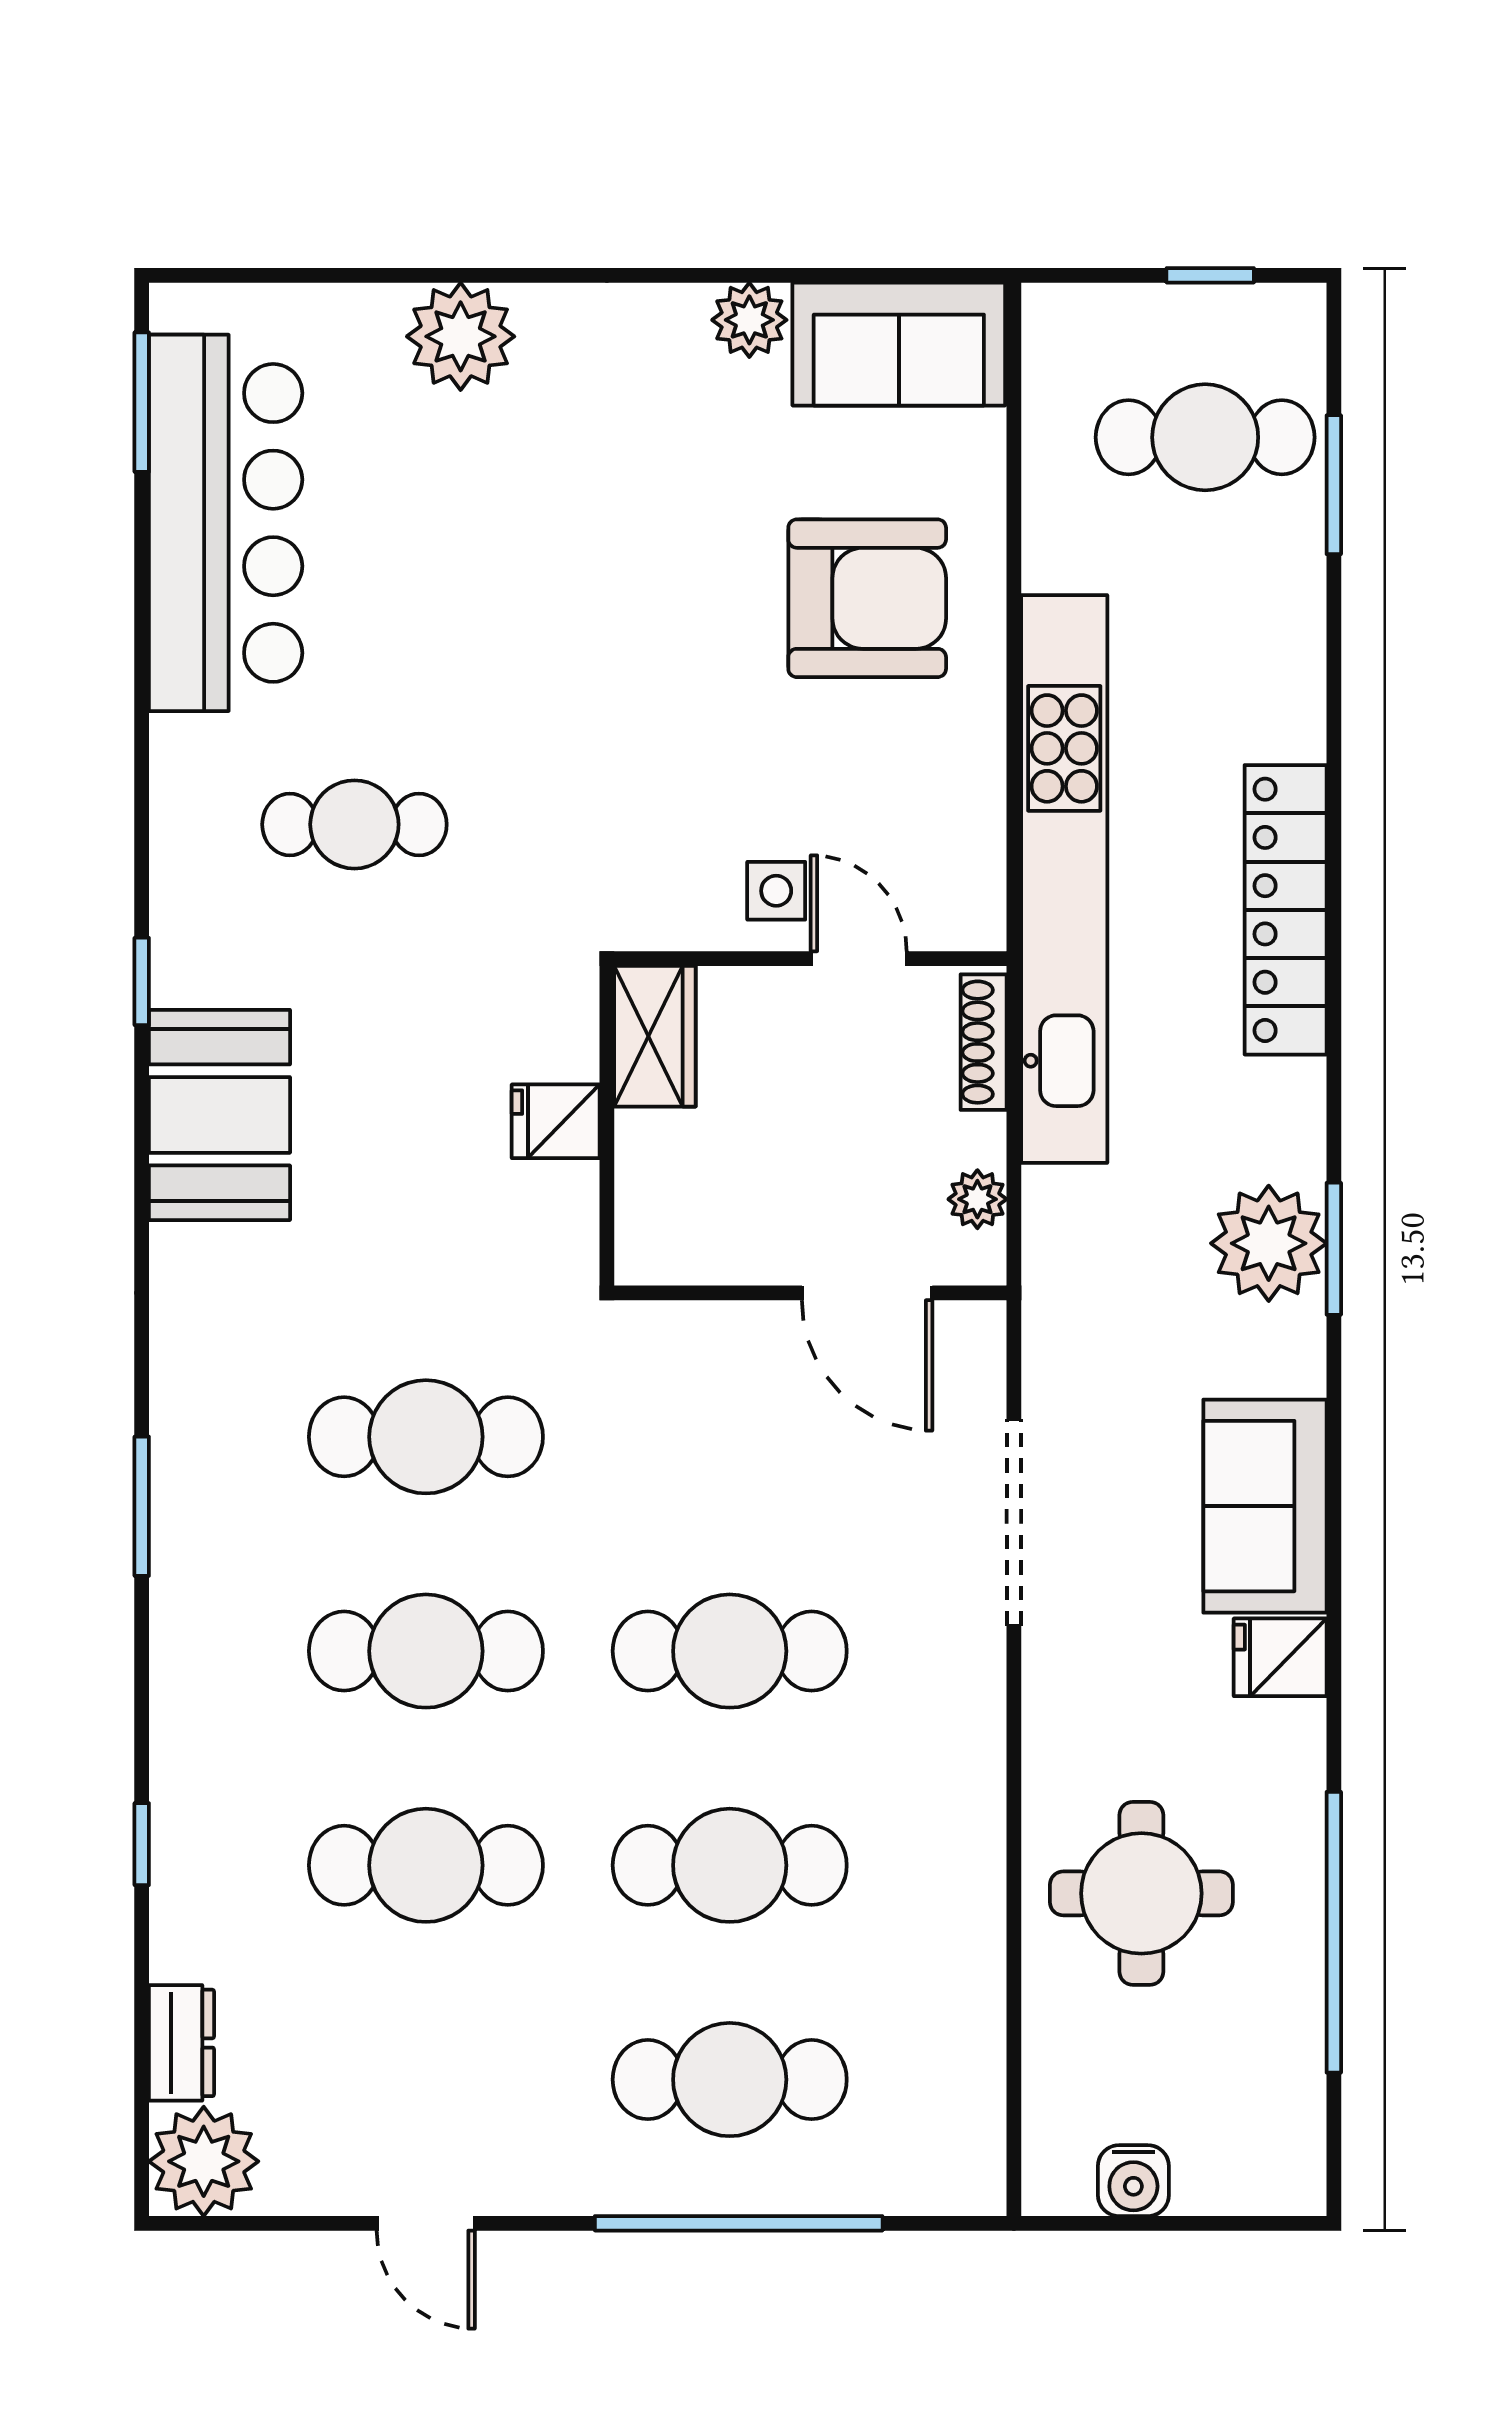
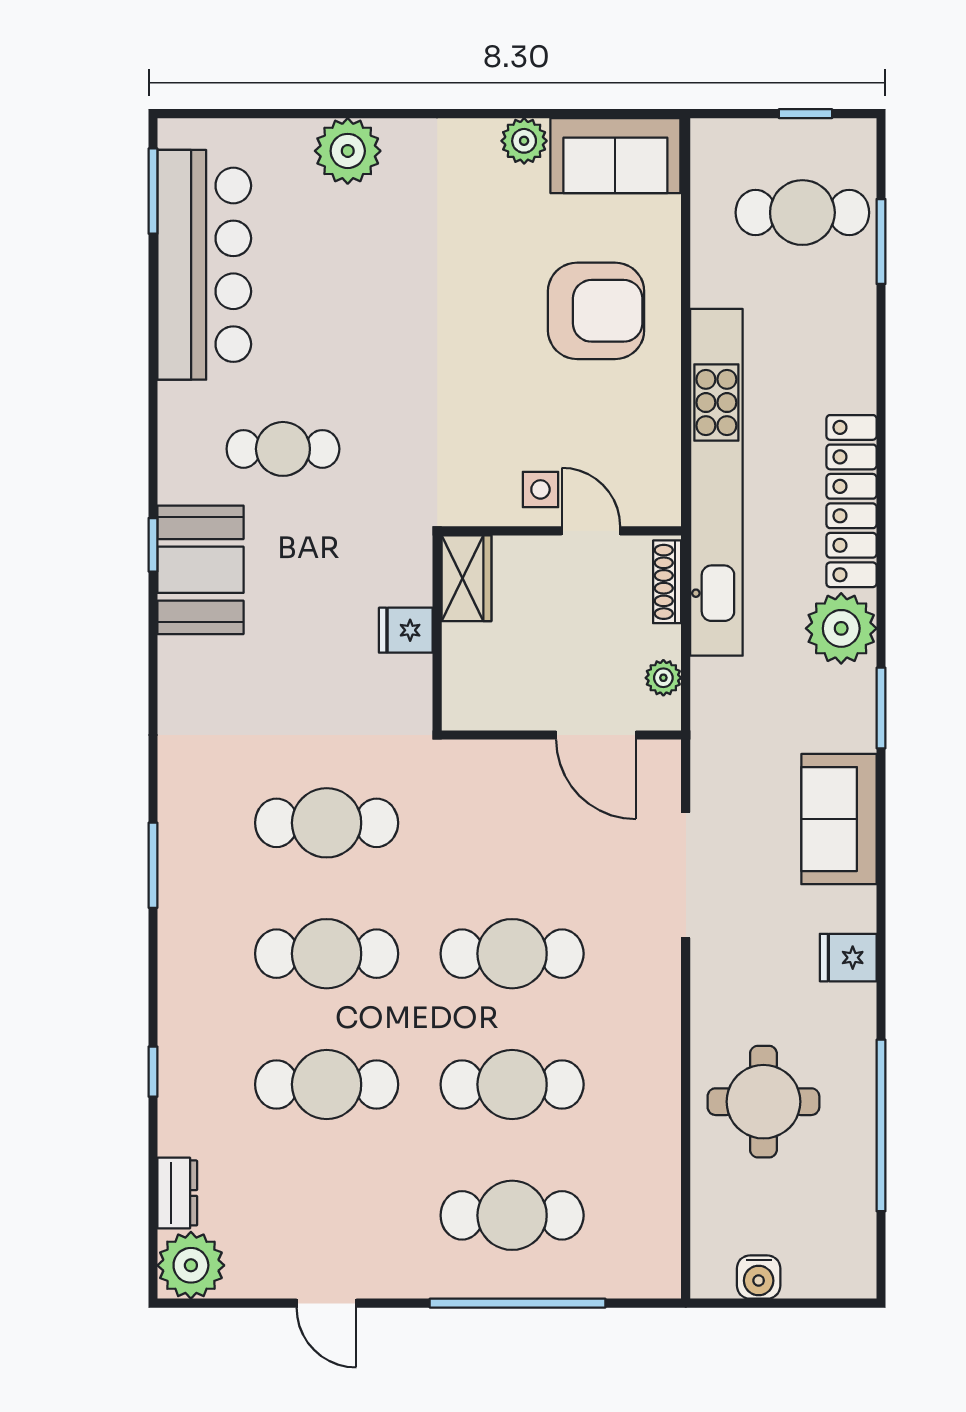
booth: (219, 1115) -> (201, 570), moved
plant: (1269, 1243) -> (841, 628), moved
sofa: (1265, 1506) -> (839, 819), moved

